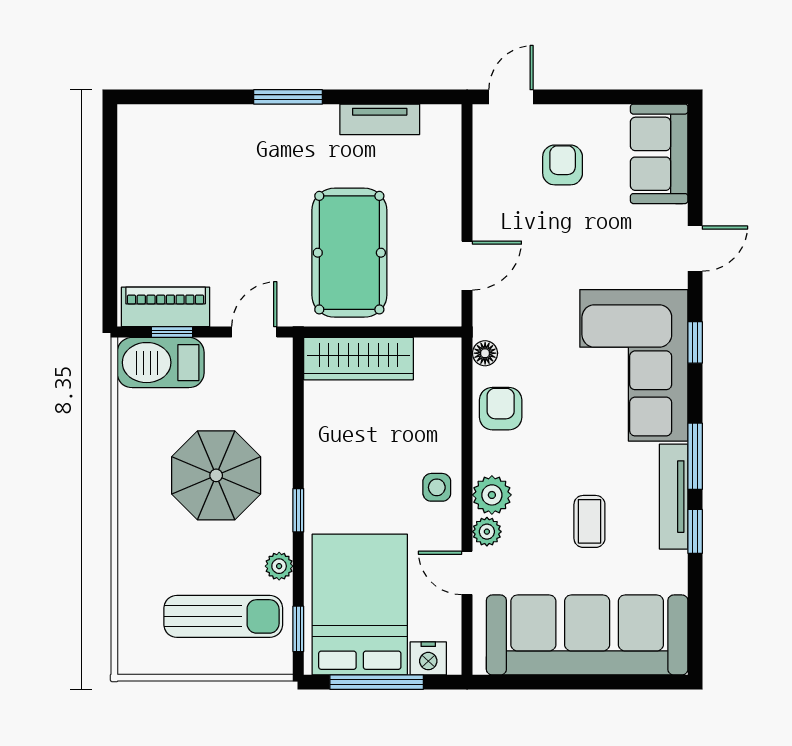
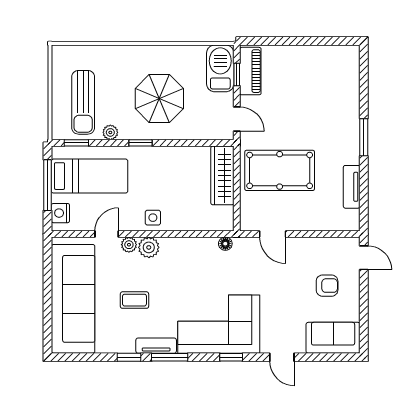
armchair: (501, 409) -> (195, 252), removed
tv unit: (674, 497) -> (156, 346), width x0.71
bed: (360, 605) -> (90, 176), width x0.67

